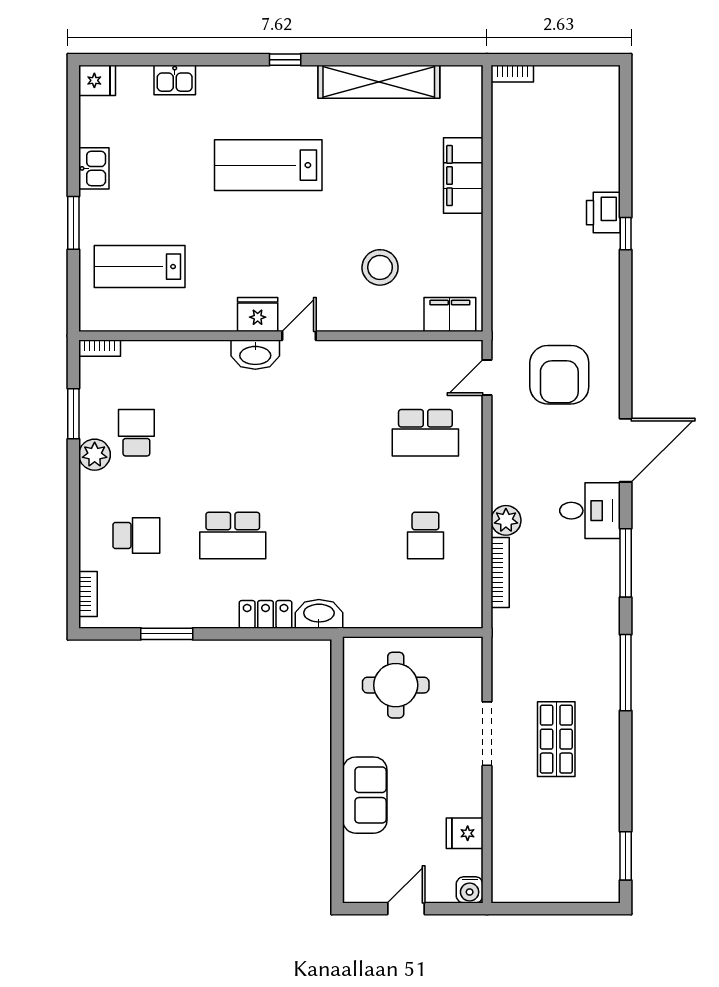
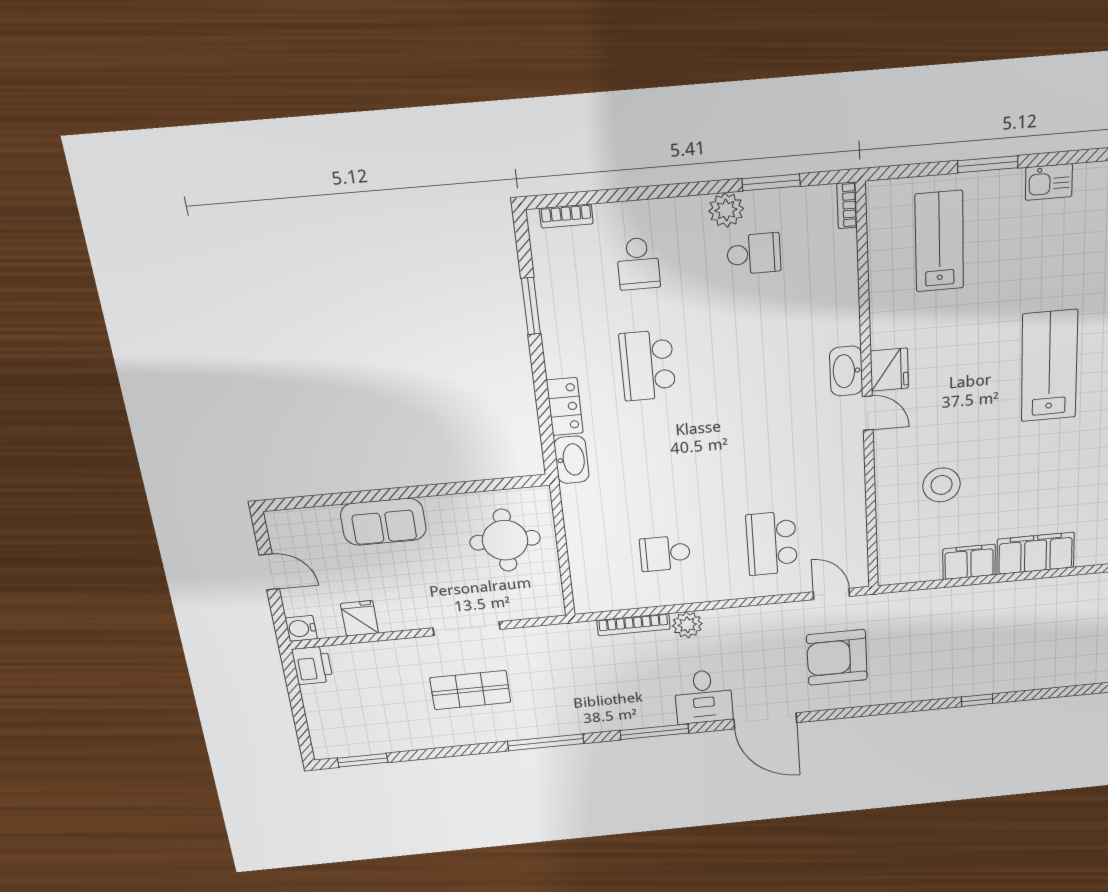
printer: (603, 213) -> (312, 665), moved, turned 90
filing cabinet: (450, 315) -> (969, 562), moved, turned -90

